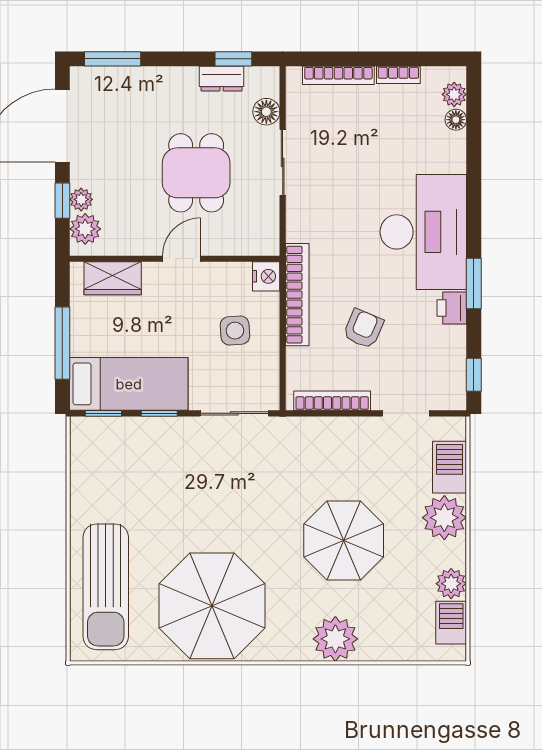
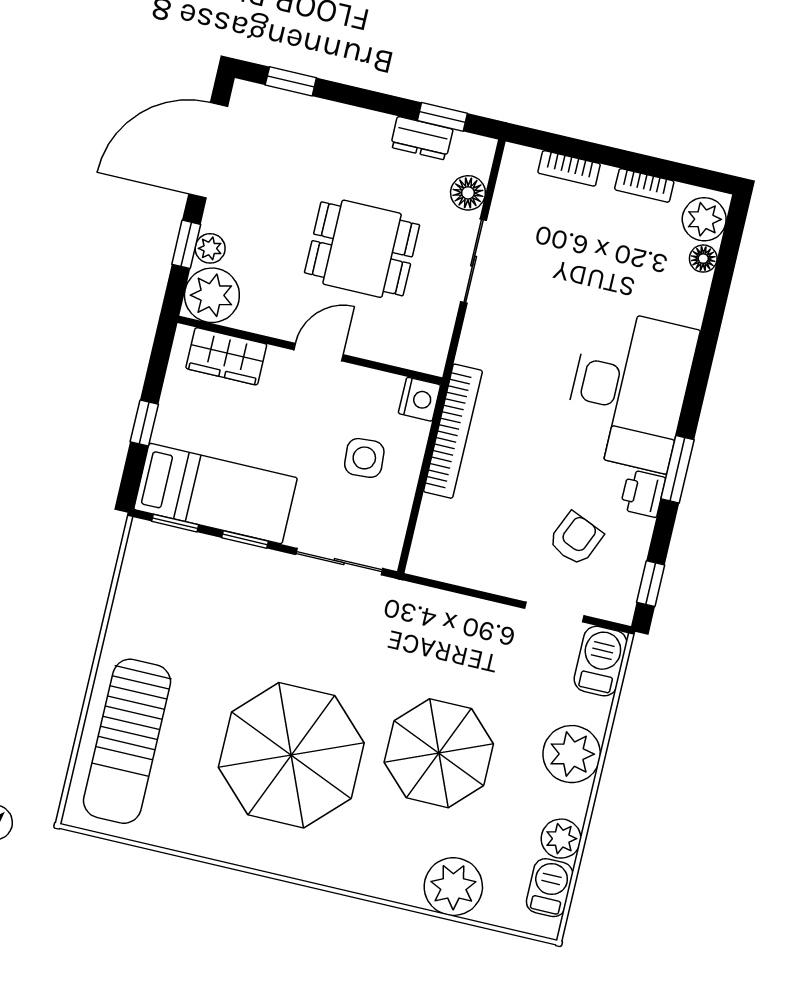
window: (113, 59) -> (291, 81), width x0.67
bookcase: (338, 75) -> (569, 168), width x0.64
plant: (454, 94) -> (704, 219), width x1.38, depth x1.38
dining table: (196, 173) -> (362, 249), turned 90
plant: (85, 229) -> (212, 295), width x1.36, depth x1.36
armchair: (363, 329) -> (576, 539), moved
window: (62, 343) -> (144, 423), width x0.46
bookcase: (332, 401) -> (466, 574), removed
barbecue: (450, 467) -> (600, 661), moved
parasol: (212, 606) -> (291, 755), moved
plant: (335, 639) -> (453, 887), moved

